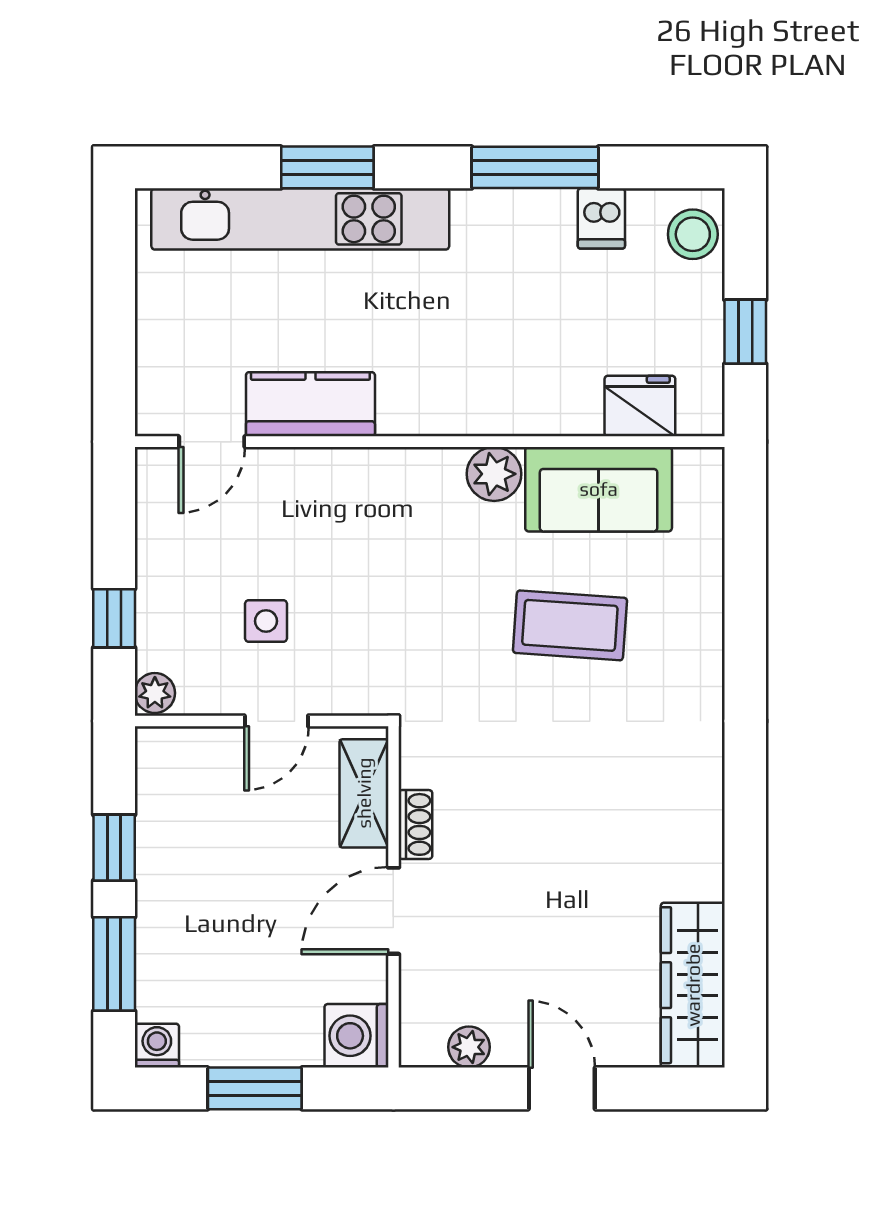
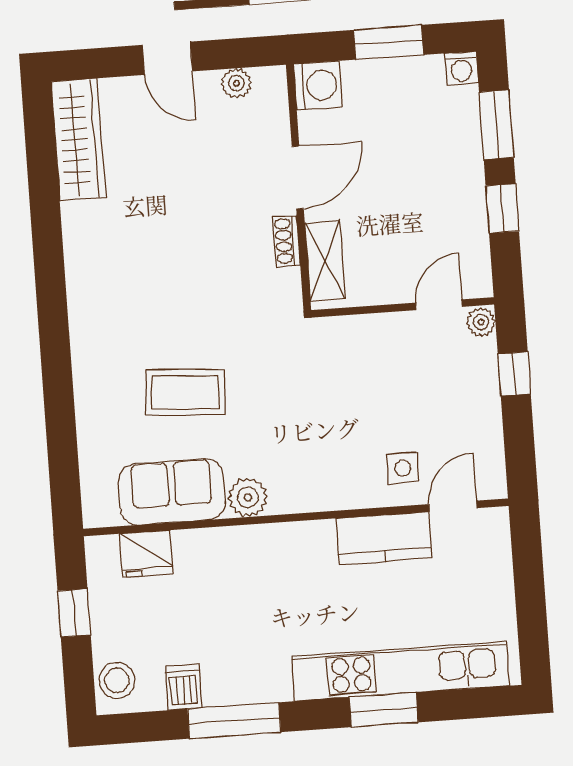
side table: (266, 621) -> (403, 468), moved
door: (276, 721) -> (439, 305), moved

